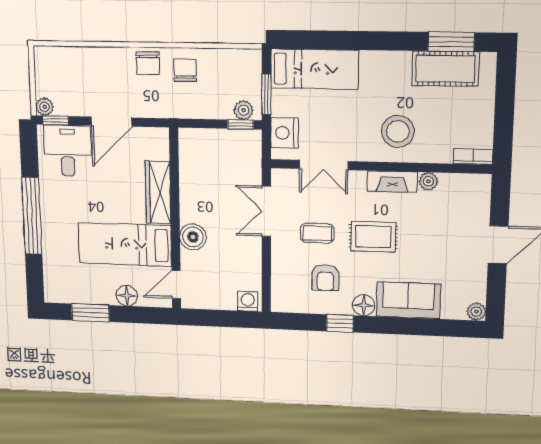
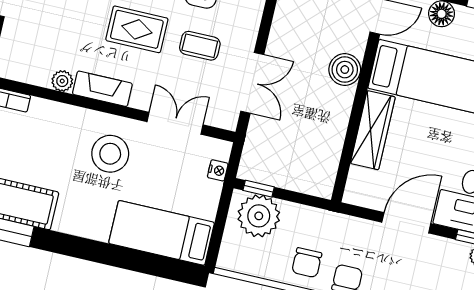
window: (266, 94) -> (221, 216), removed
plant: (244, 110) -> (259, 216), width x1.87, depth x1.87
stool: (398, 131) -> (110, 154), moved
nightstand: (285, 133) -> (218, 170), width x0.53, depth x0.56

